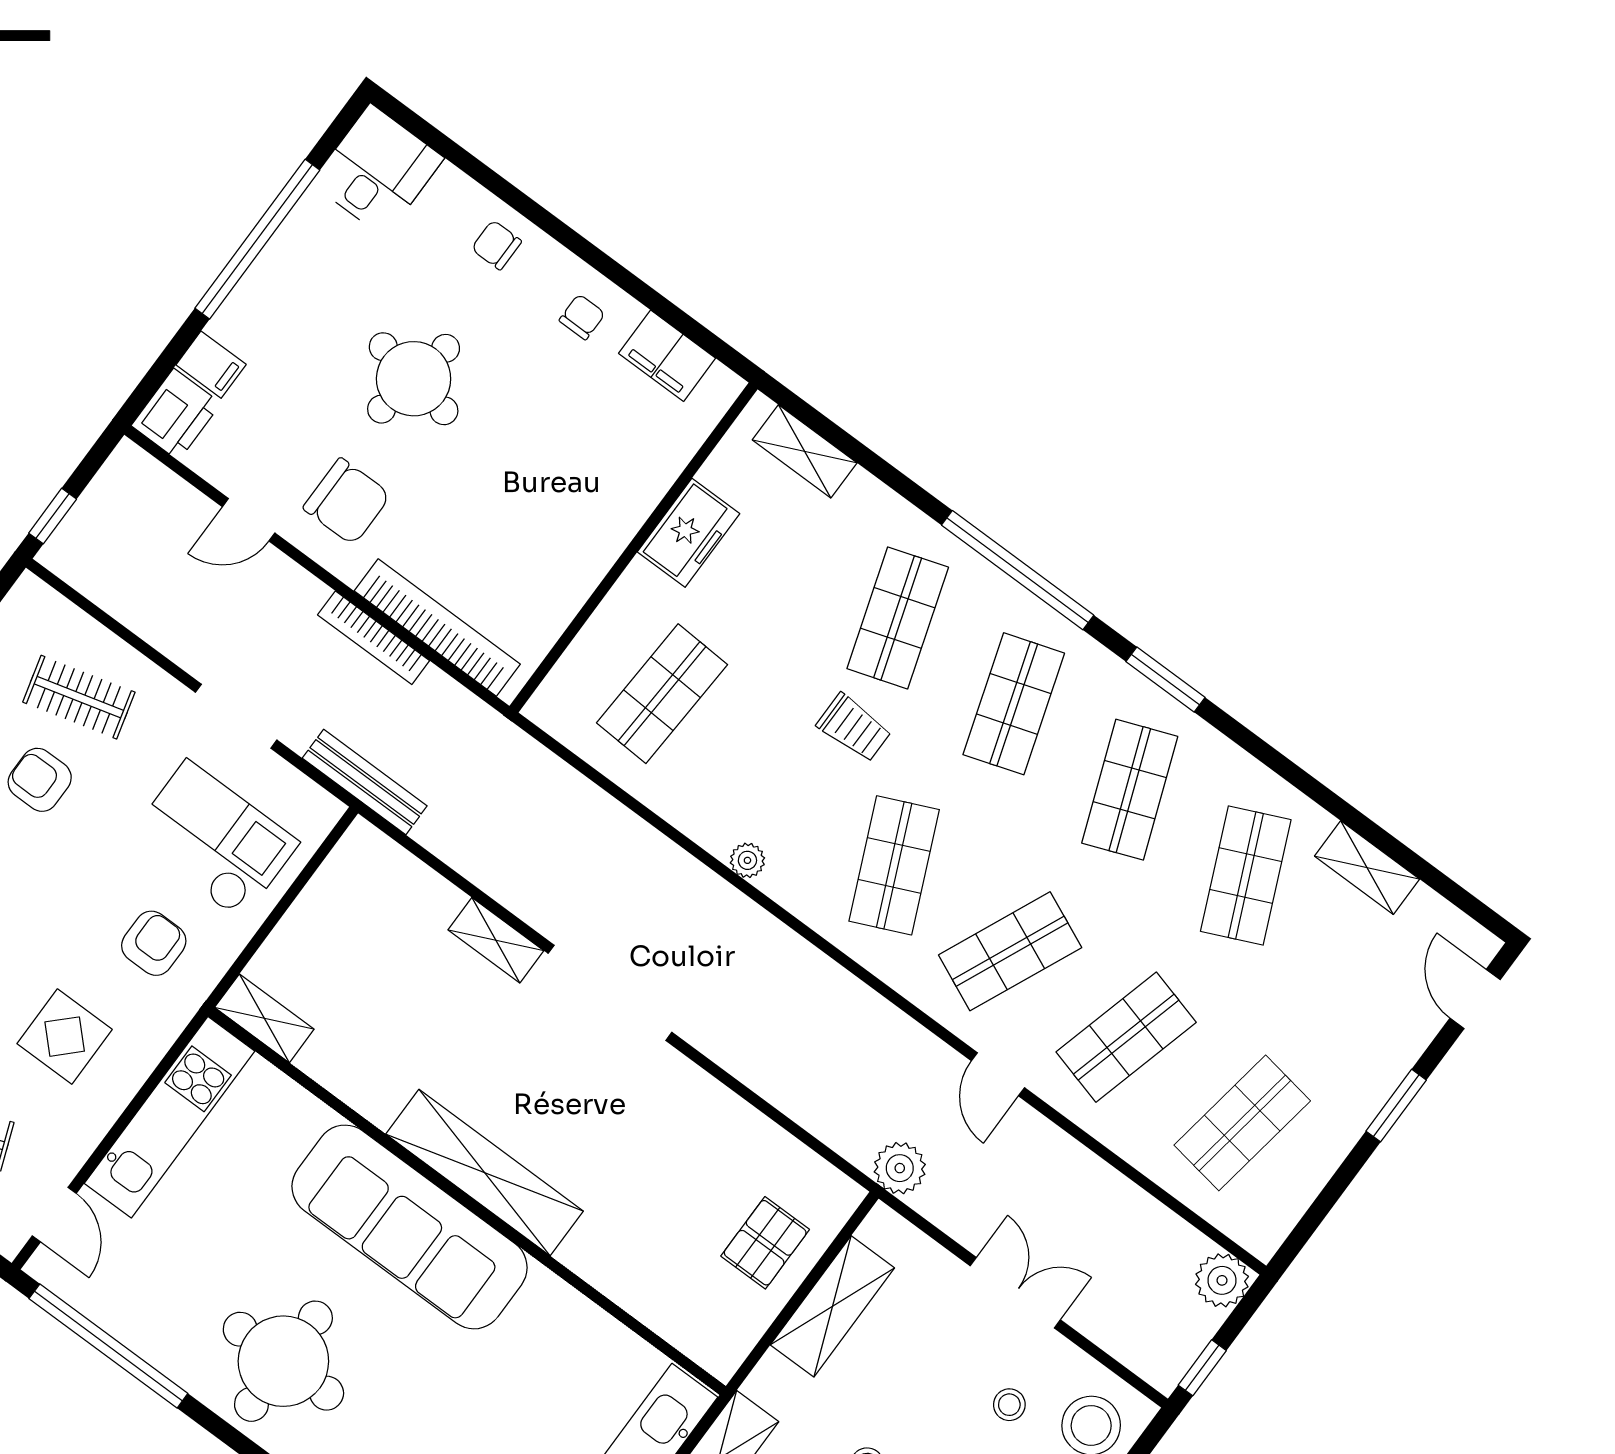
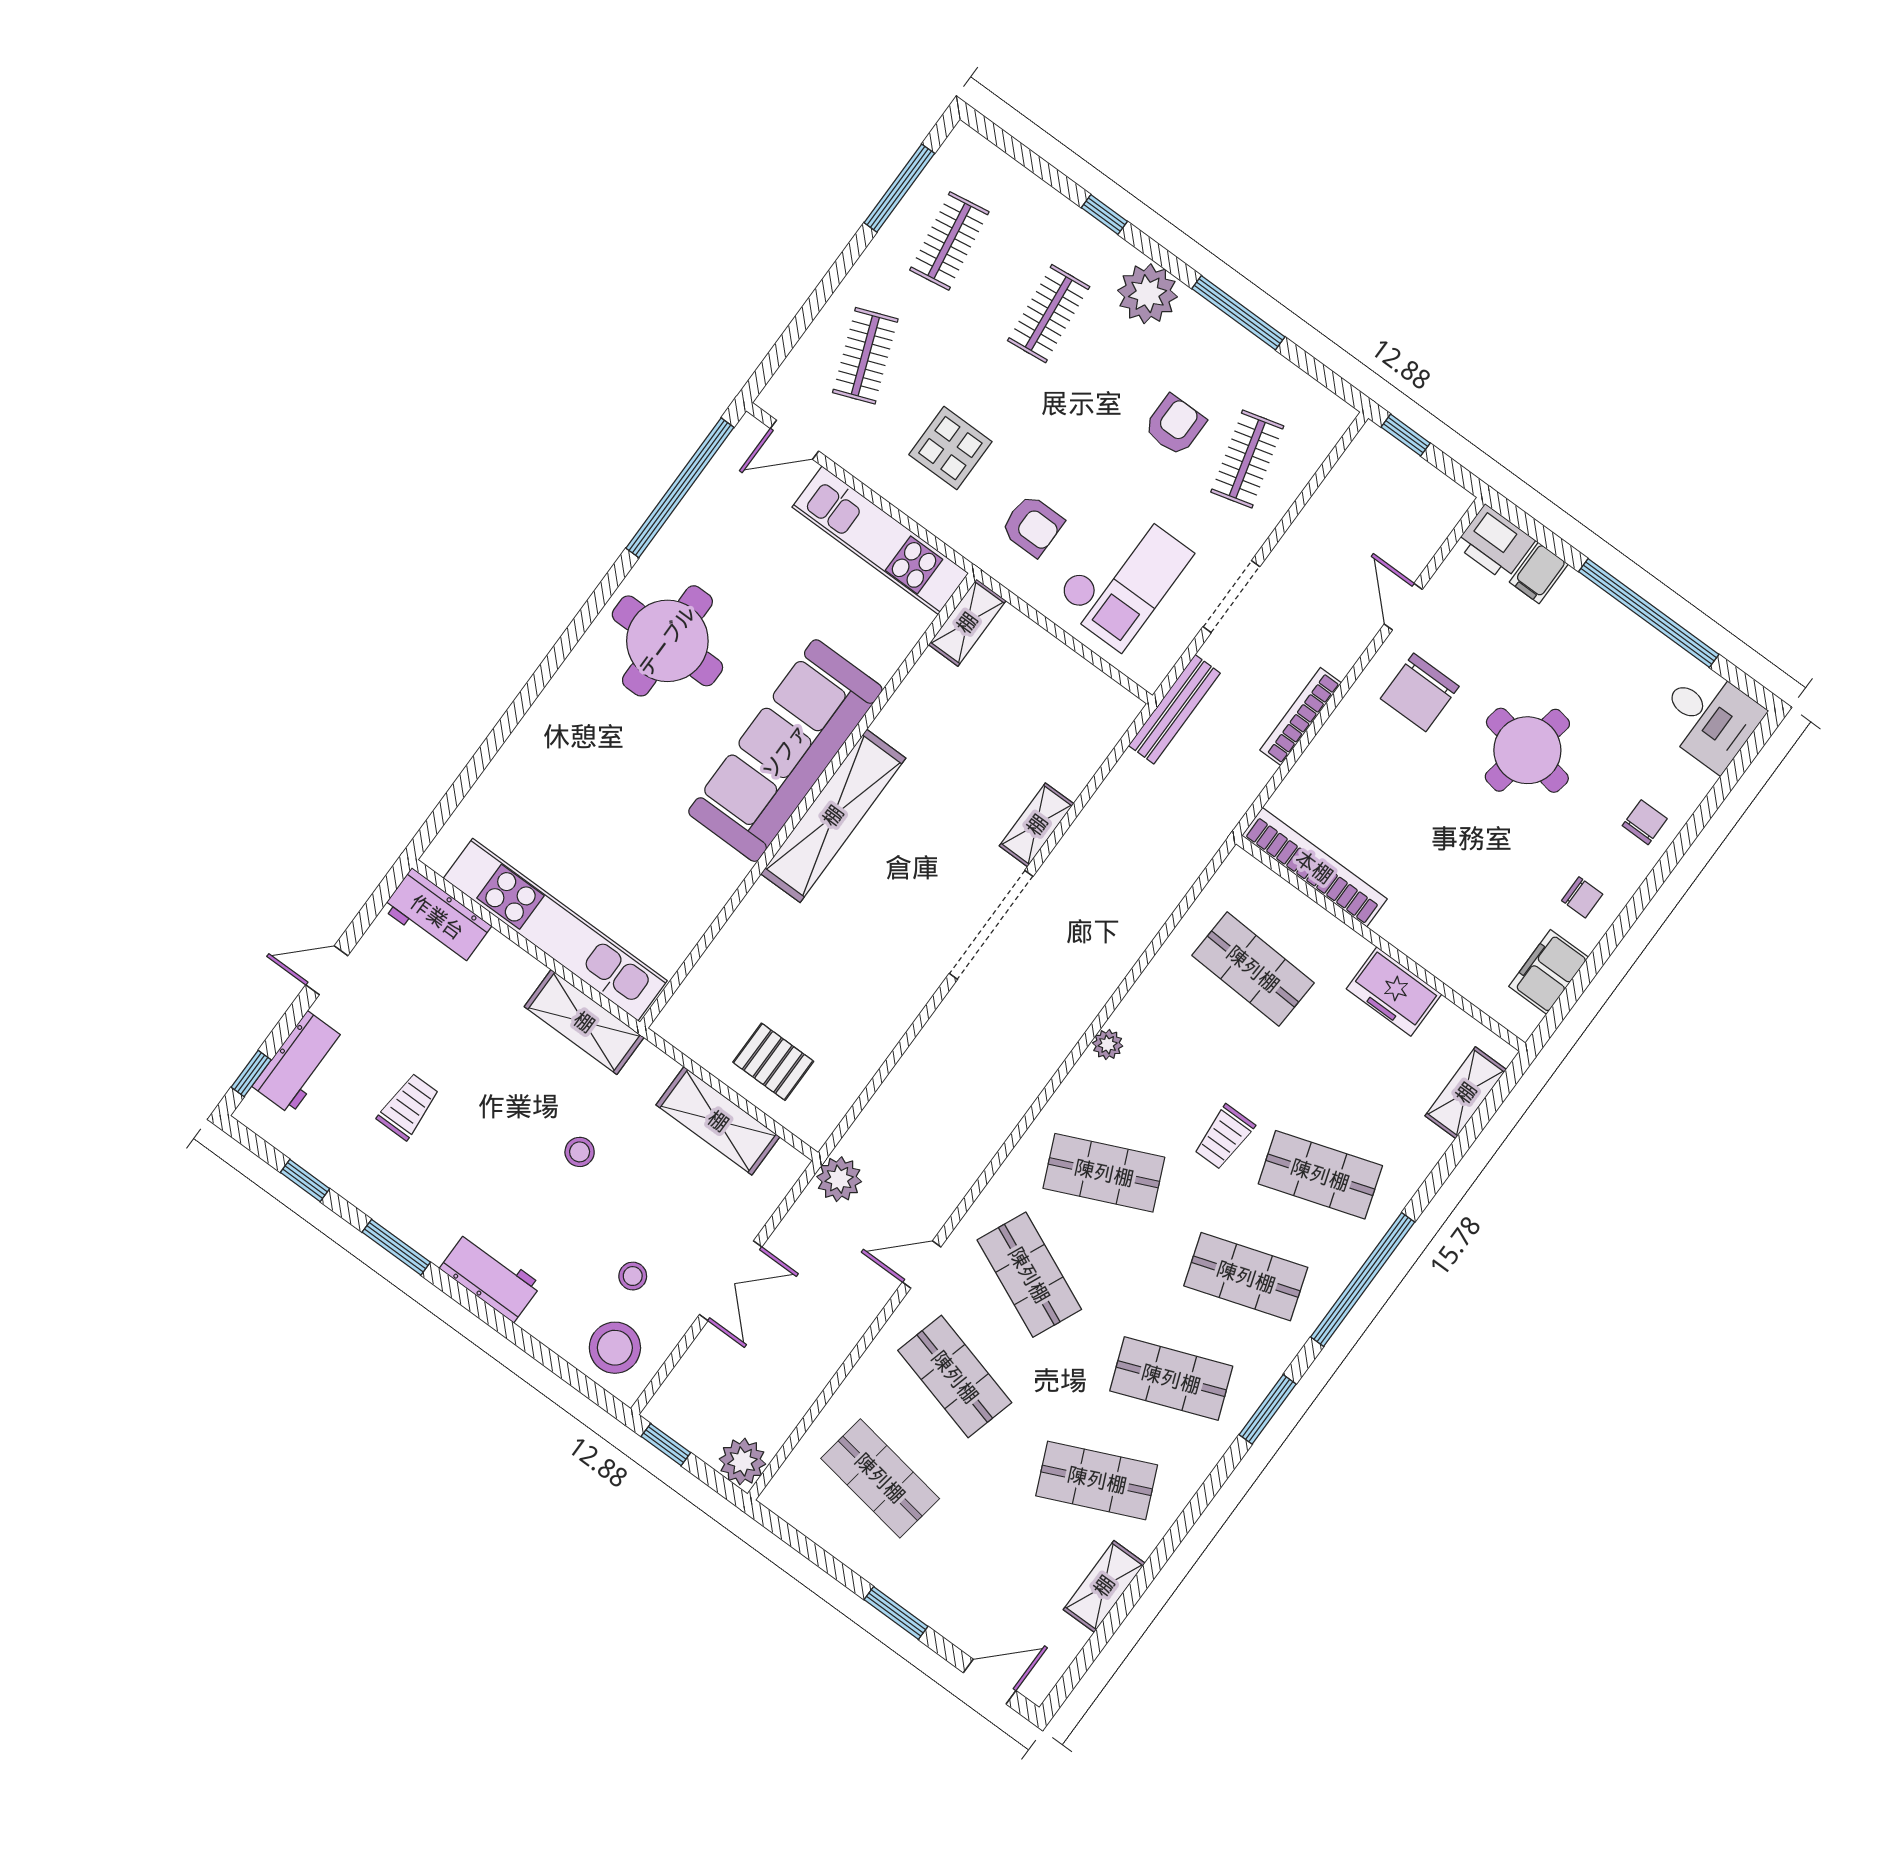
bookcase: (437, 628) -> (1314, 867), moved, turned -90

